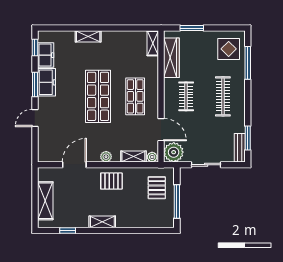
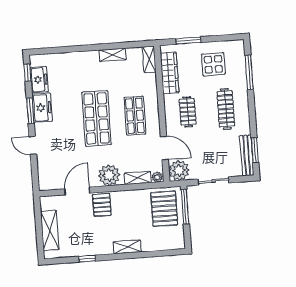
shelving: (88, 36) -> (113, 55), moved
display table: (229, 49) -> (213, 64), moved
door: (35, 118) -> (33, 146), hinge flipped
bench: (240, 148) -> (247, 155), width x1.36
plant: (106, 157) -> (109, 175), width x1.87, depth x1.87
pallet: (111, 181) -> (102, 205), moved, turned 90
pallet: (157, 188) -> (164, 209), width x1.50, depth x1.42
window: (177, 202) -> (185, 207), moved
shelving: (102, 222) -> (127, 247), moved
window: (68, 230) -> (87, 259), moved

